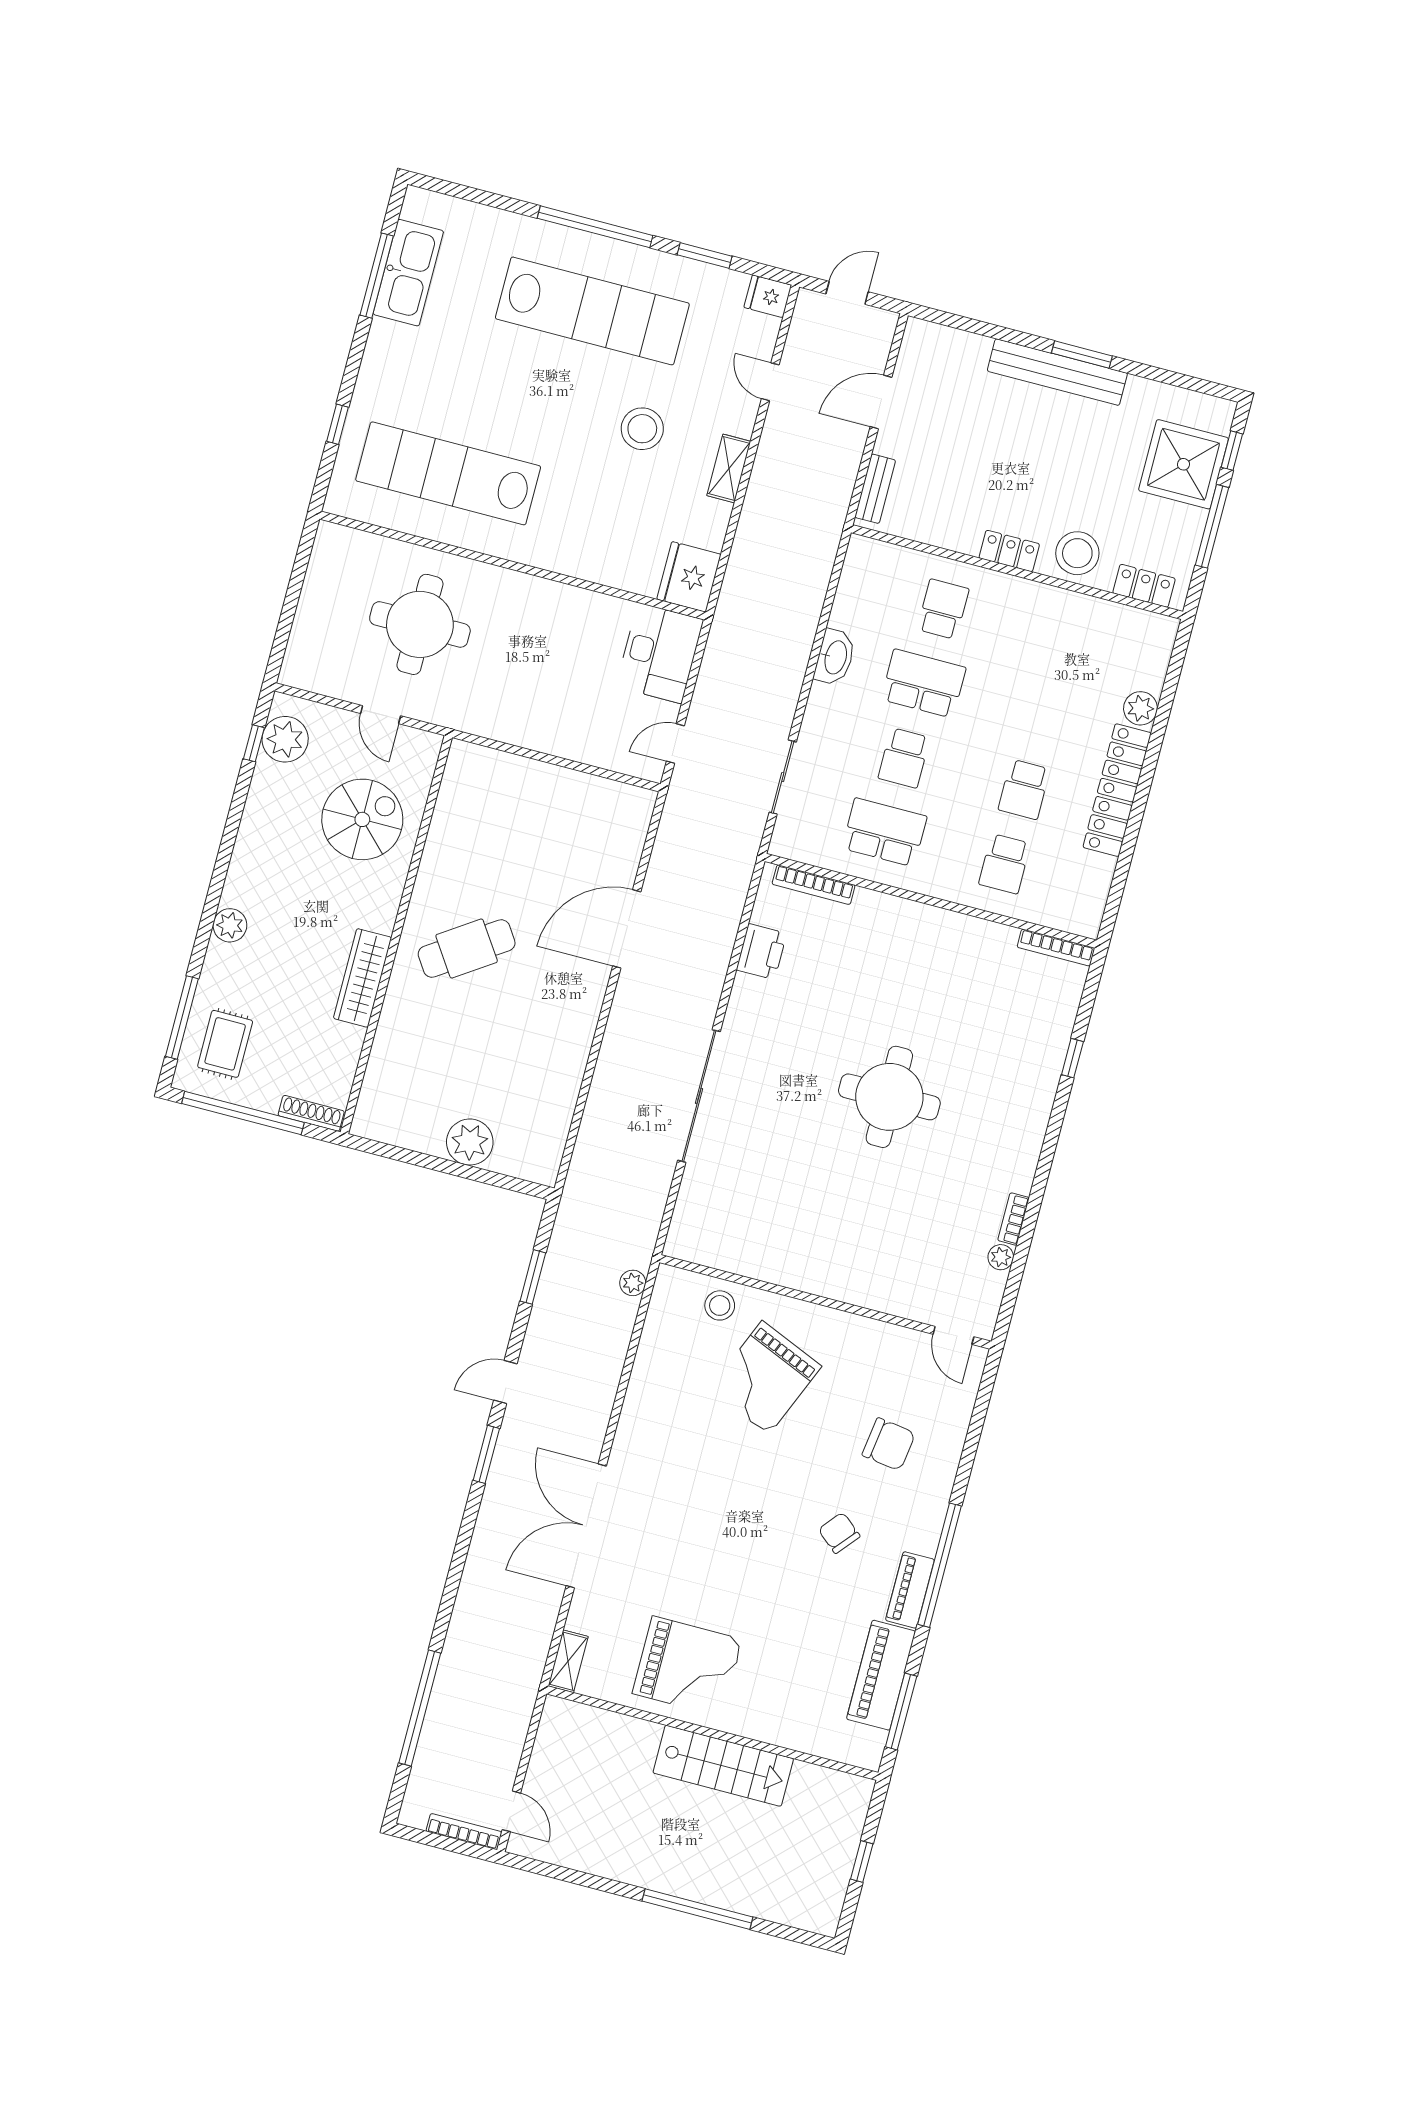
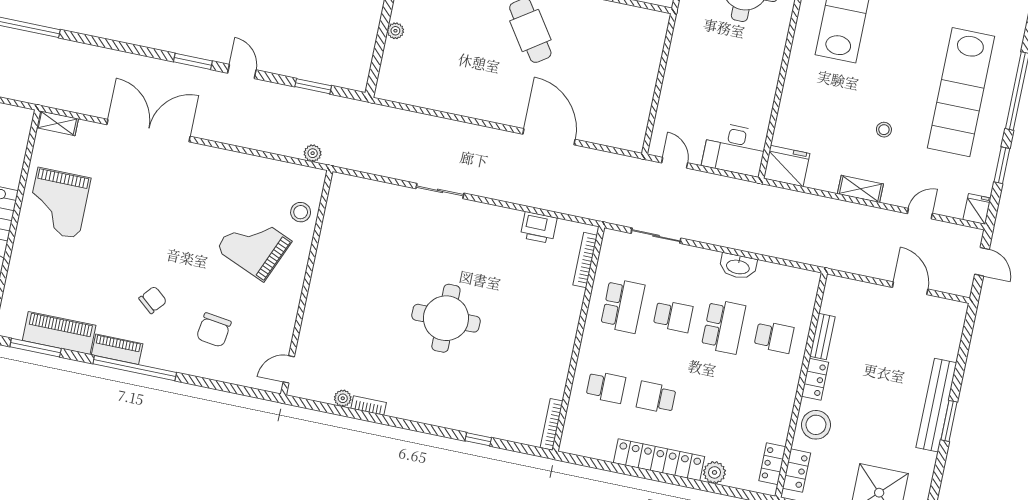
stool: (642, 429) -> (884, 130), width x0.53, depth x0.53
bench: (875, 489) -> (822, 337), moved, turned 90
locker: (1132, 621) -> (772, 464), added
school desk: (904, 758) -> (673, 316), turned 180
school desk: (1005, 864) -> (606, 387), turned 180
sliding door: (699, 1096) -> (440, 191), width x0.54
plant: (470, 1142) -> (395, 31), width x0.53, depth x0.53

